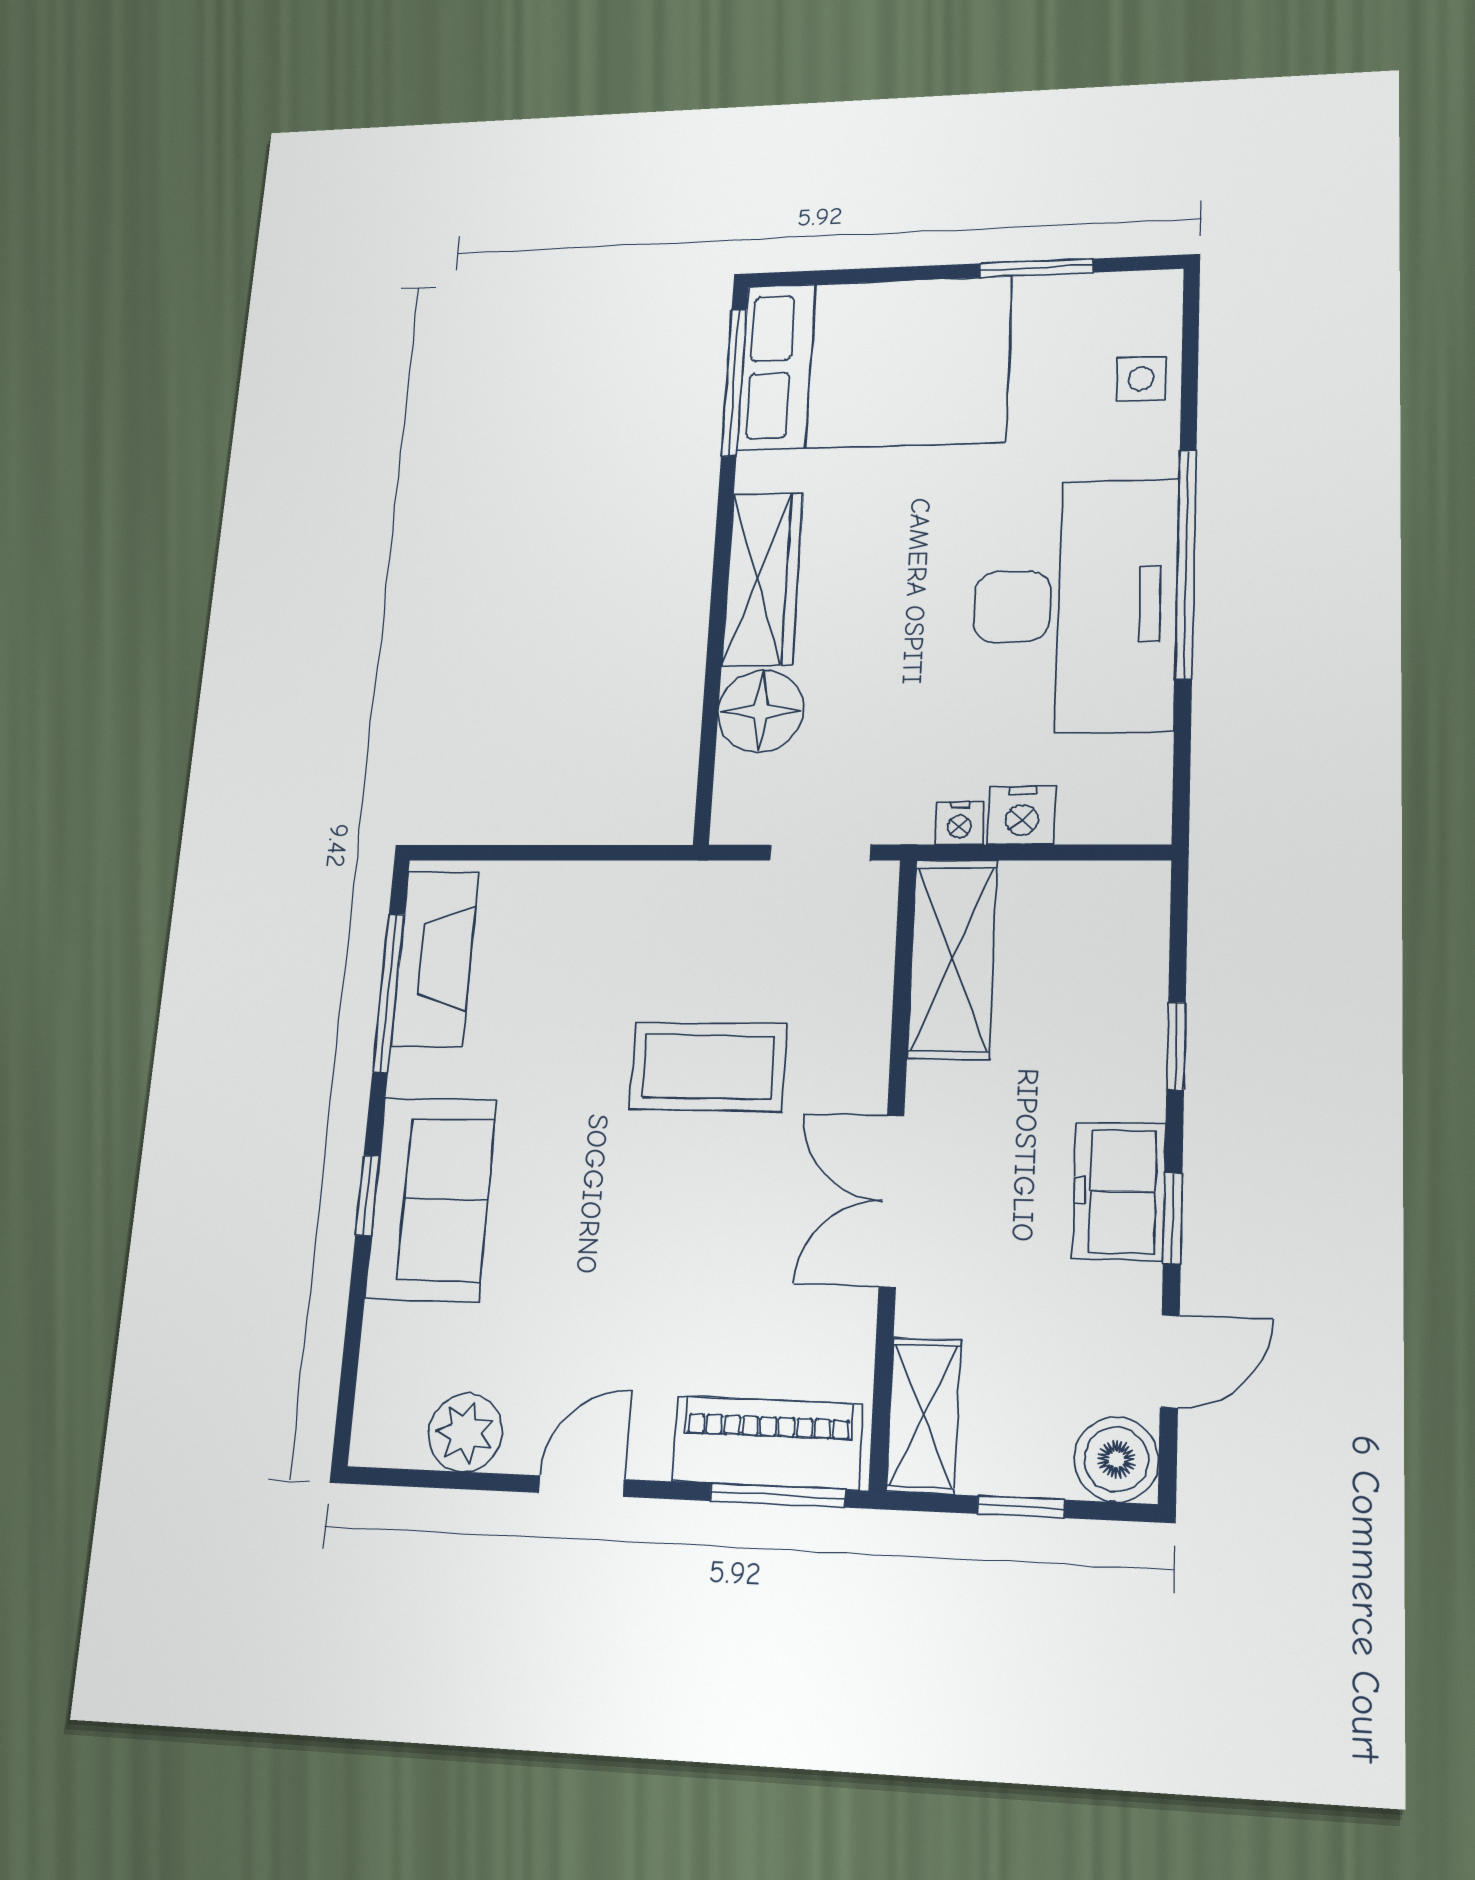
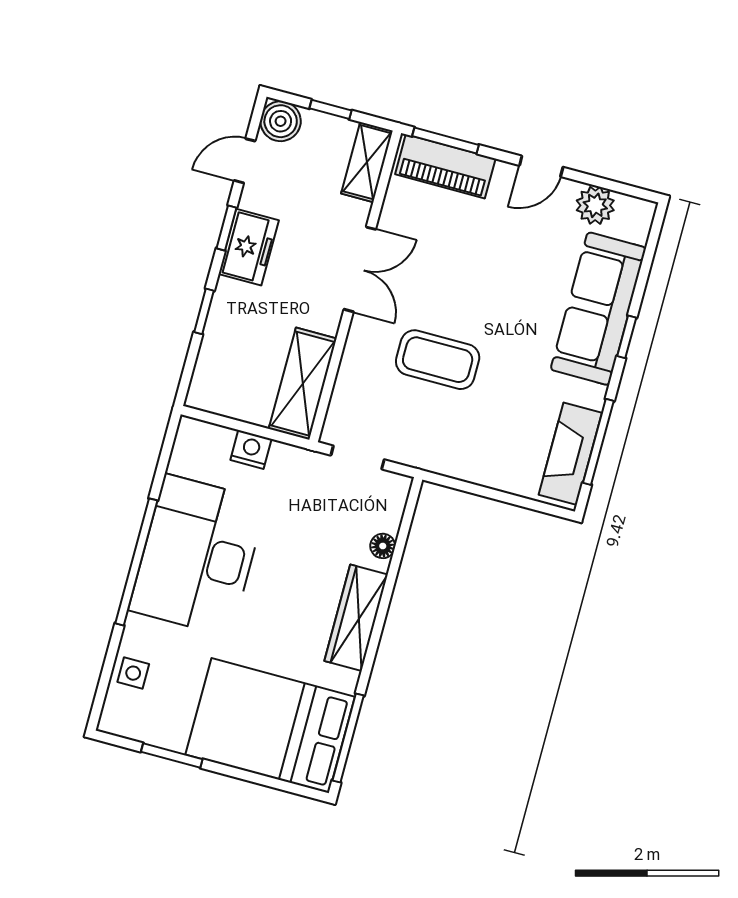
floor lamp: (761, 711) -> (383, 546), width x0.53, depth x0.53
nightstand: (959, 823) -> (283, 454), removed
sofa: (431, 1199) -> (598, 309), width x1.36

